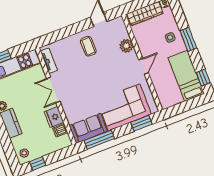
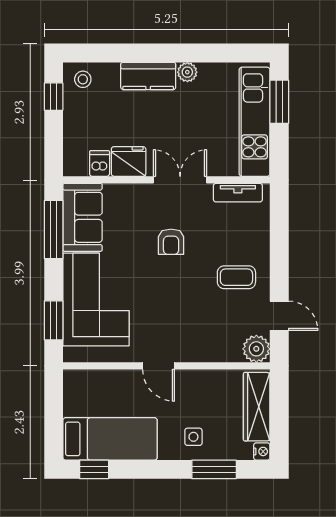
window: (188, 39) -> (214, 469), moved
plant: (126, 46) -> (256, 349), moved
armchair: (84, 83) -> (171, 242), added

